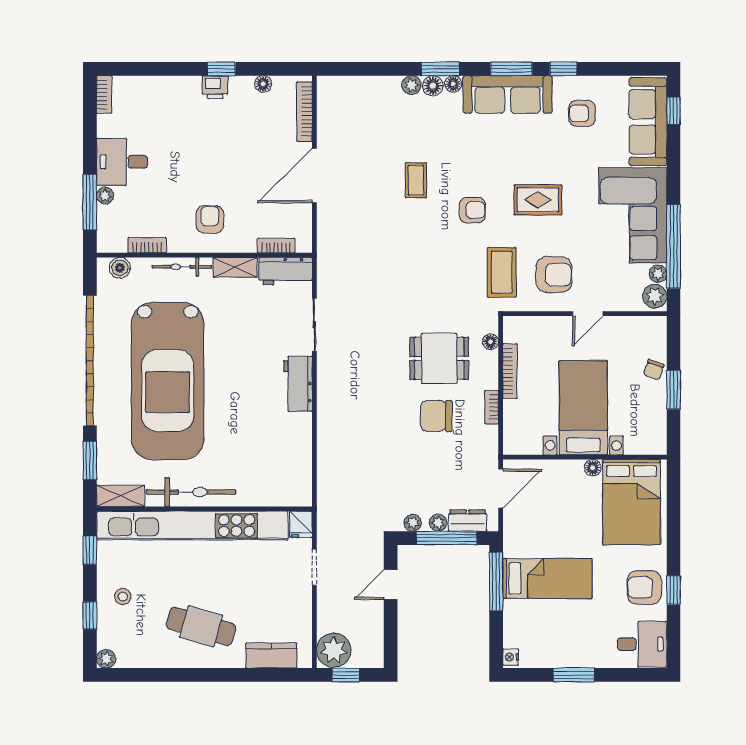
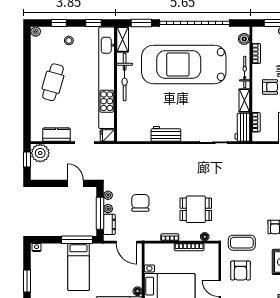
dining table: (439, 358) -> (196, 209), turned 90
workbench: (298, 384) -> (166, 134), moved
chair: (436, 416) -> (140, 203), moved
kitchen counter: (271, 656) -> (56, 135), moved, turned -90

